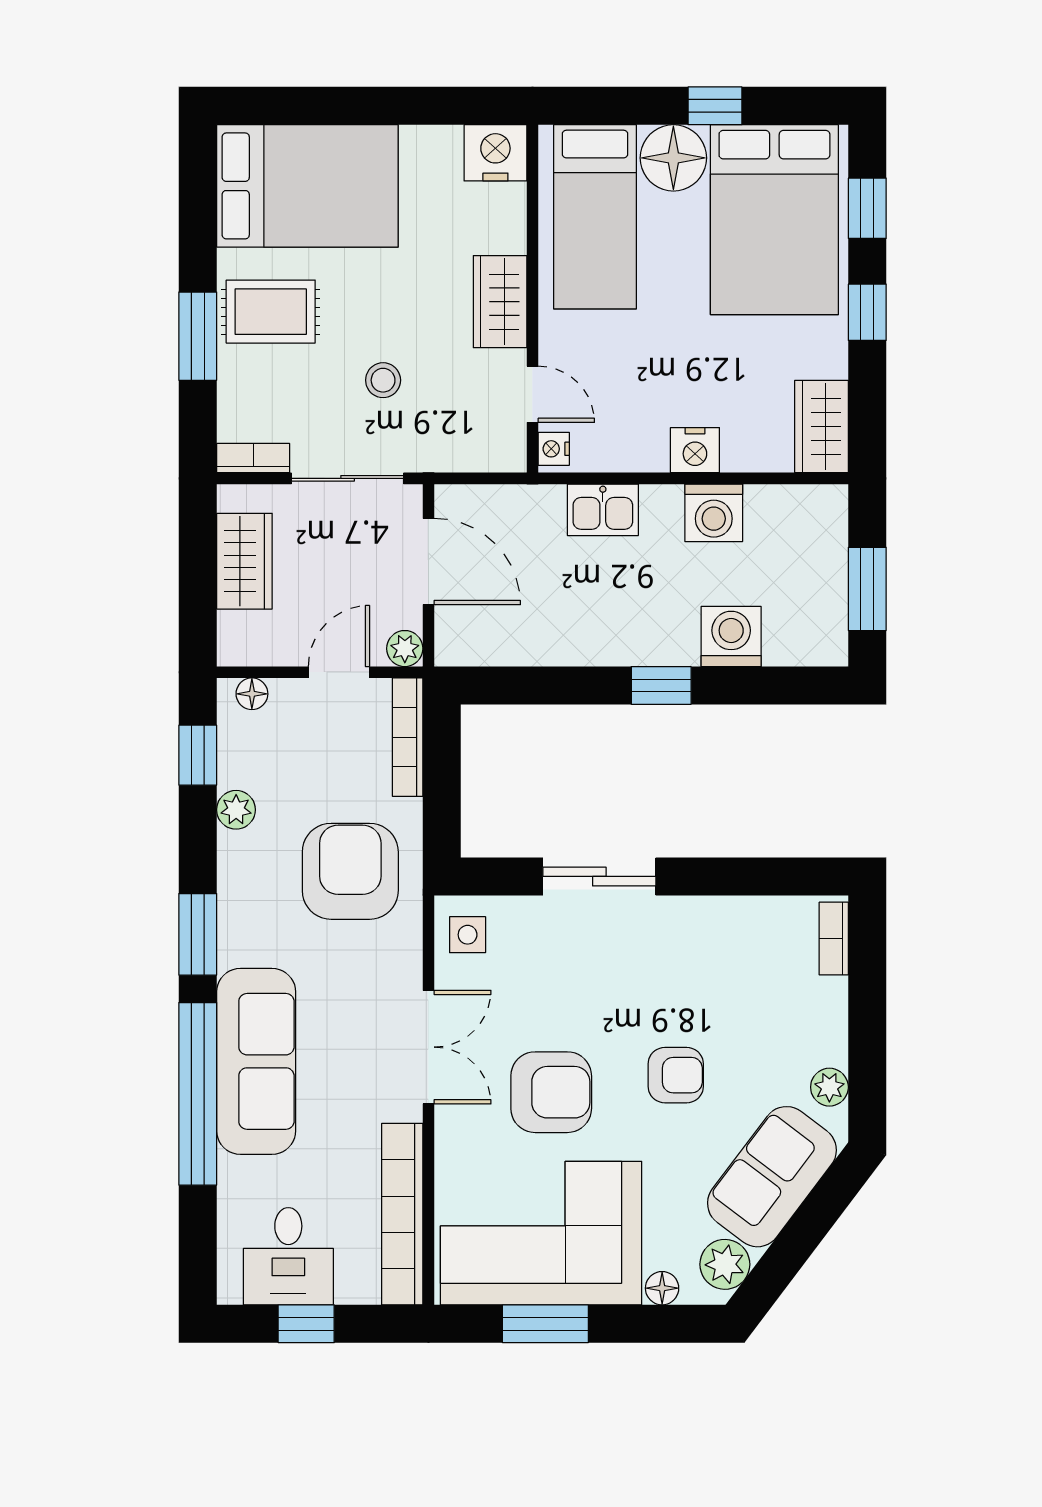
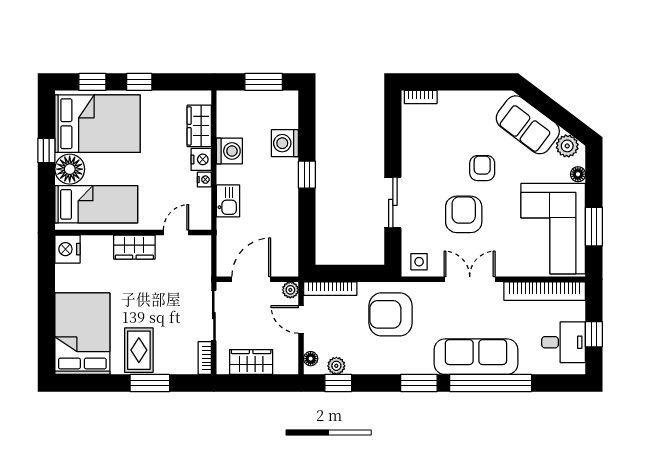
stool: (383, 380) -> (170, 300), removed
wardrobe: (822, 427) -> (199, 126), moved, turned 90
nightstand: (554, 449) -> (204, 180), moved, turned -90
plant: (236, 810) -> (336, 366), moved
plant: (829, 1087) -> (488, 99), removed
armchair: (551, 1092) -> (464, 214), moved

